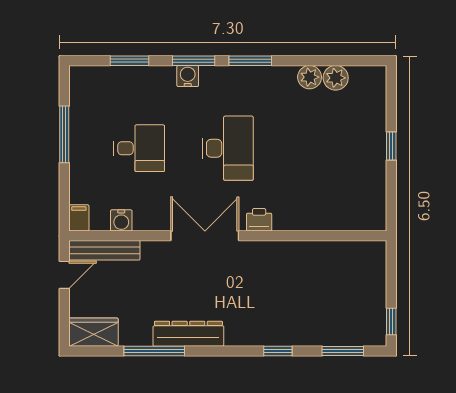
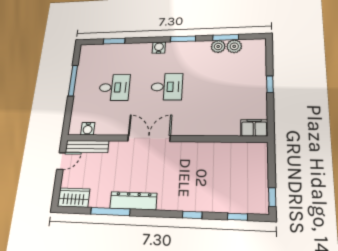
window: (194, 61) -> (226, 37), moved
water cooler: (188, 76) -> (159, 48), moved
desk: (228, 148) -> (167, 87), width x0.73
filing cabinet: (79, 218) -> (254, 128), moved, width x2.00
water cooler: (121, 220) -> (88, 129), moved
printer: (259, 220) -> (184, 129), removed
window: (343, 351) -> (237, 217), width x0.67

